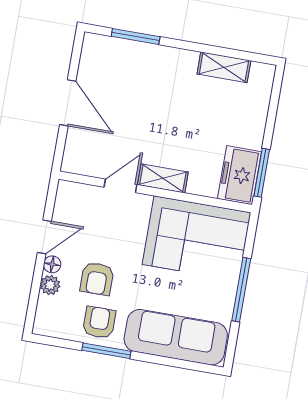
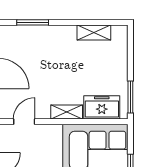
freezer: (239, 175) -> (102, 107), moved, turned 90
door: (121, 186) -> (24, 122), moved

